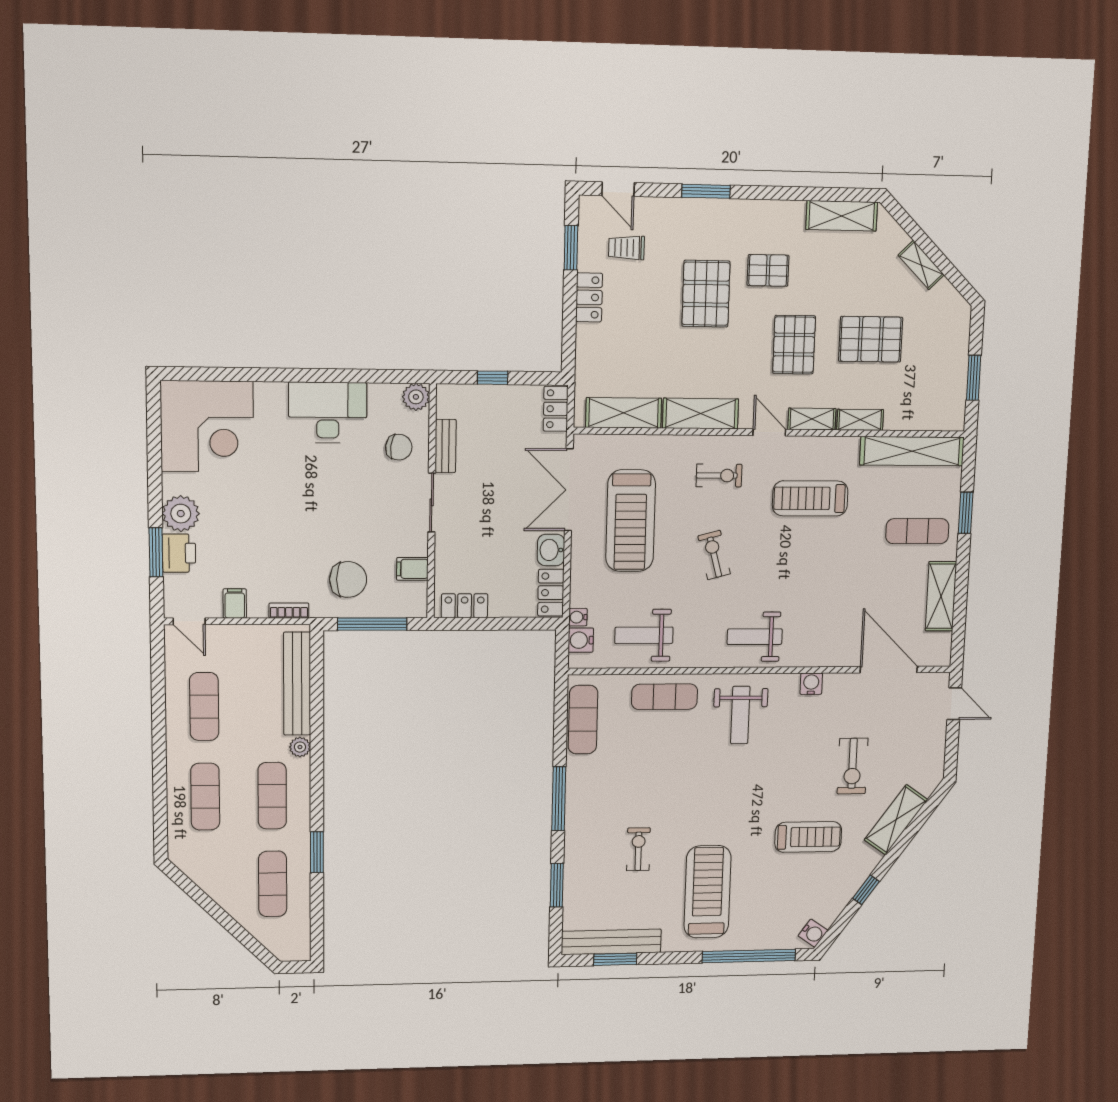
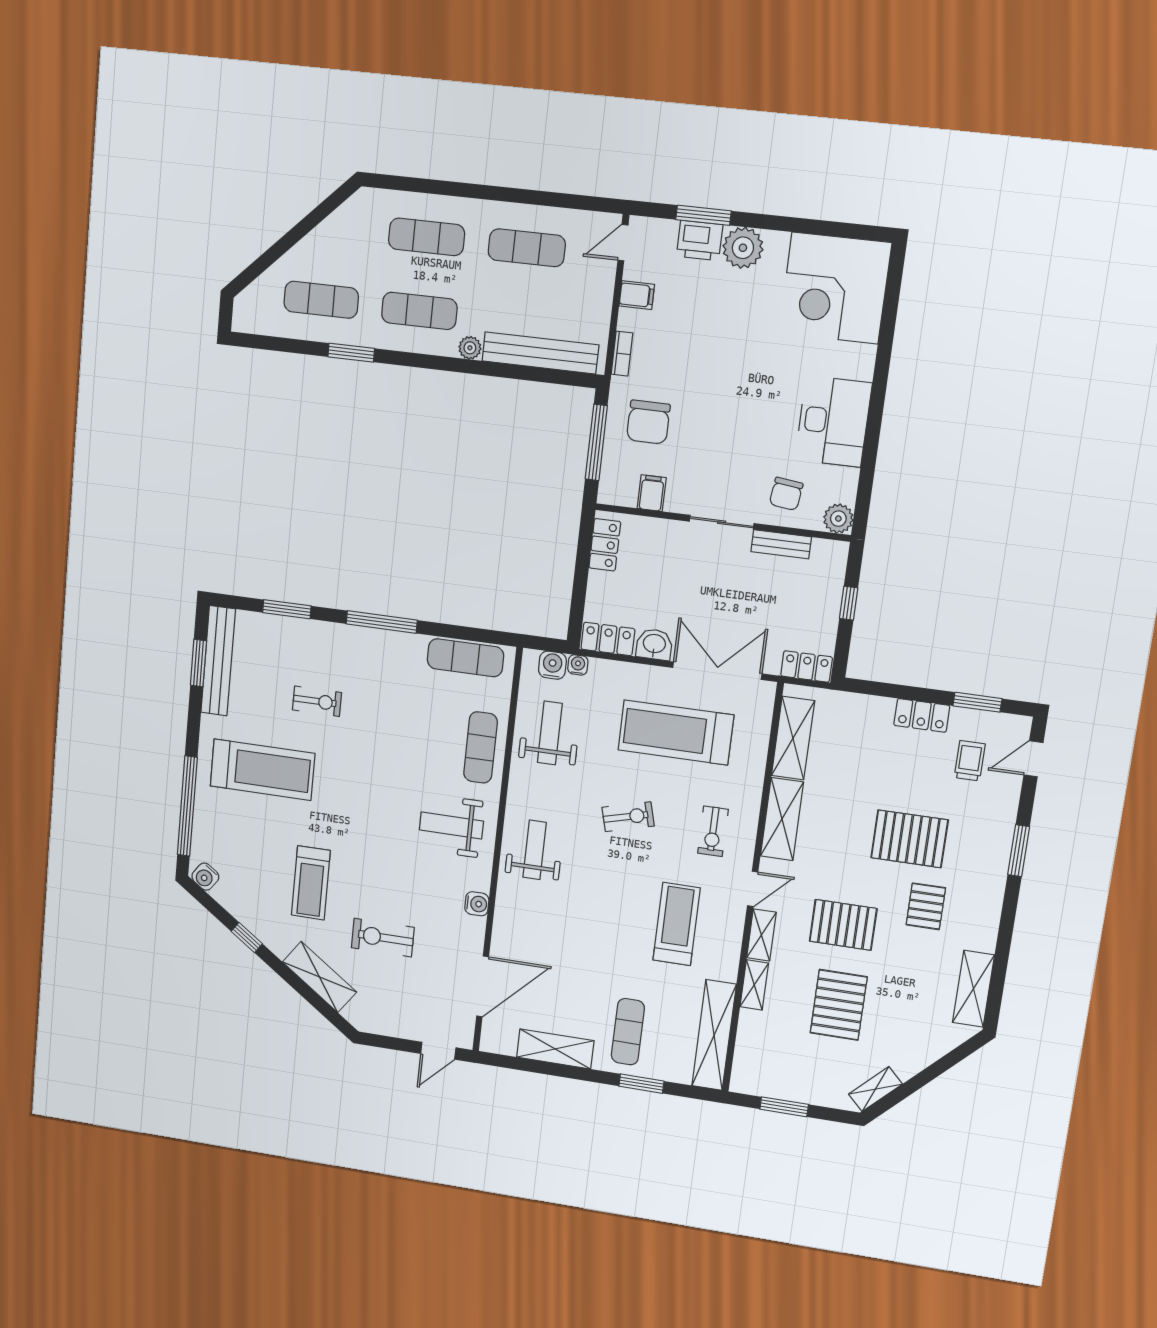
shelving: (921, 265) -> (876, 1089), moved

